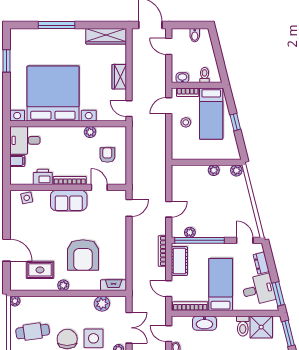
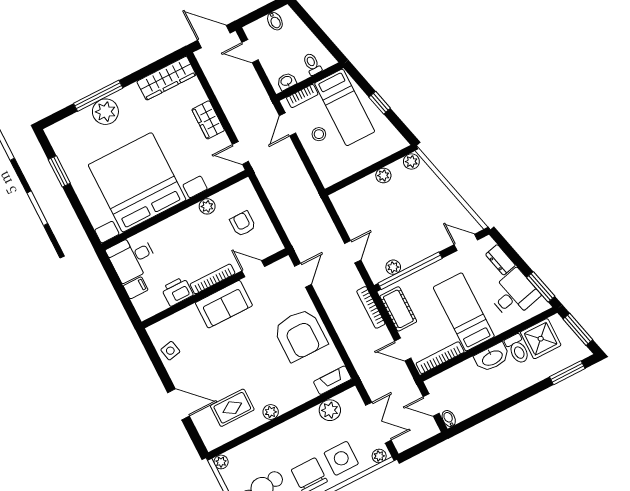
plant: (56, 38) -> (105, 112), added
side table: (27, 198) -> (170, 351), moved
armchair: (83, 255) -> (300, 335), moved
washbasin: (204, 323) -> (492, 358), moved

